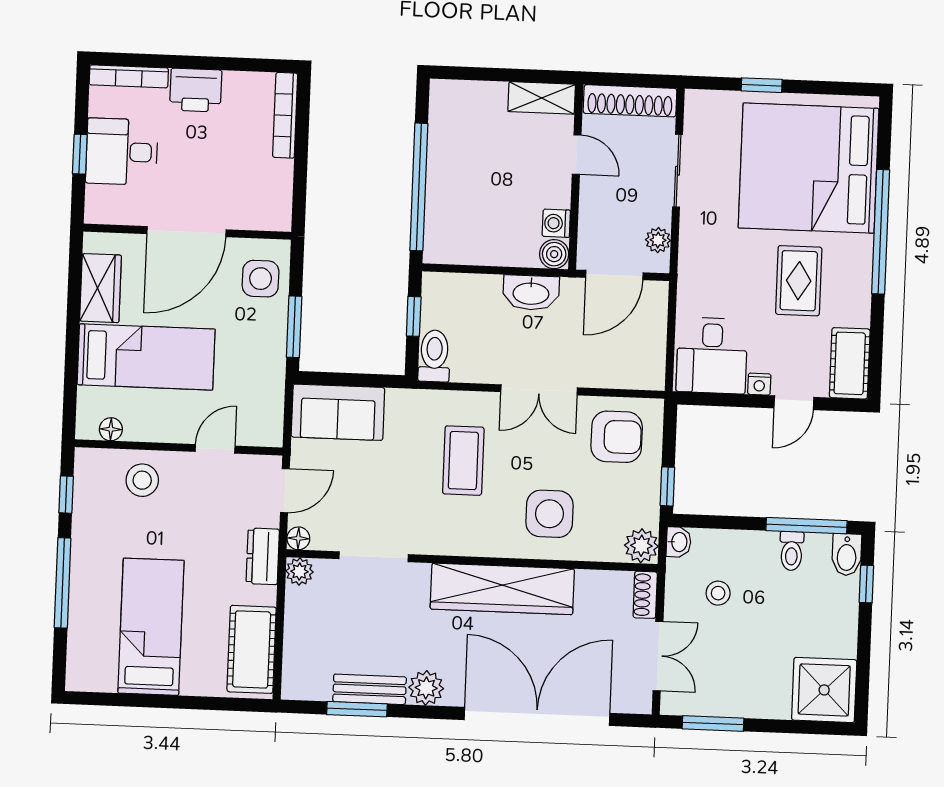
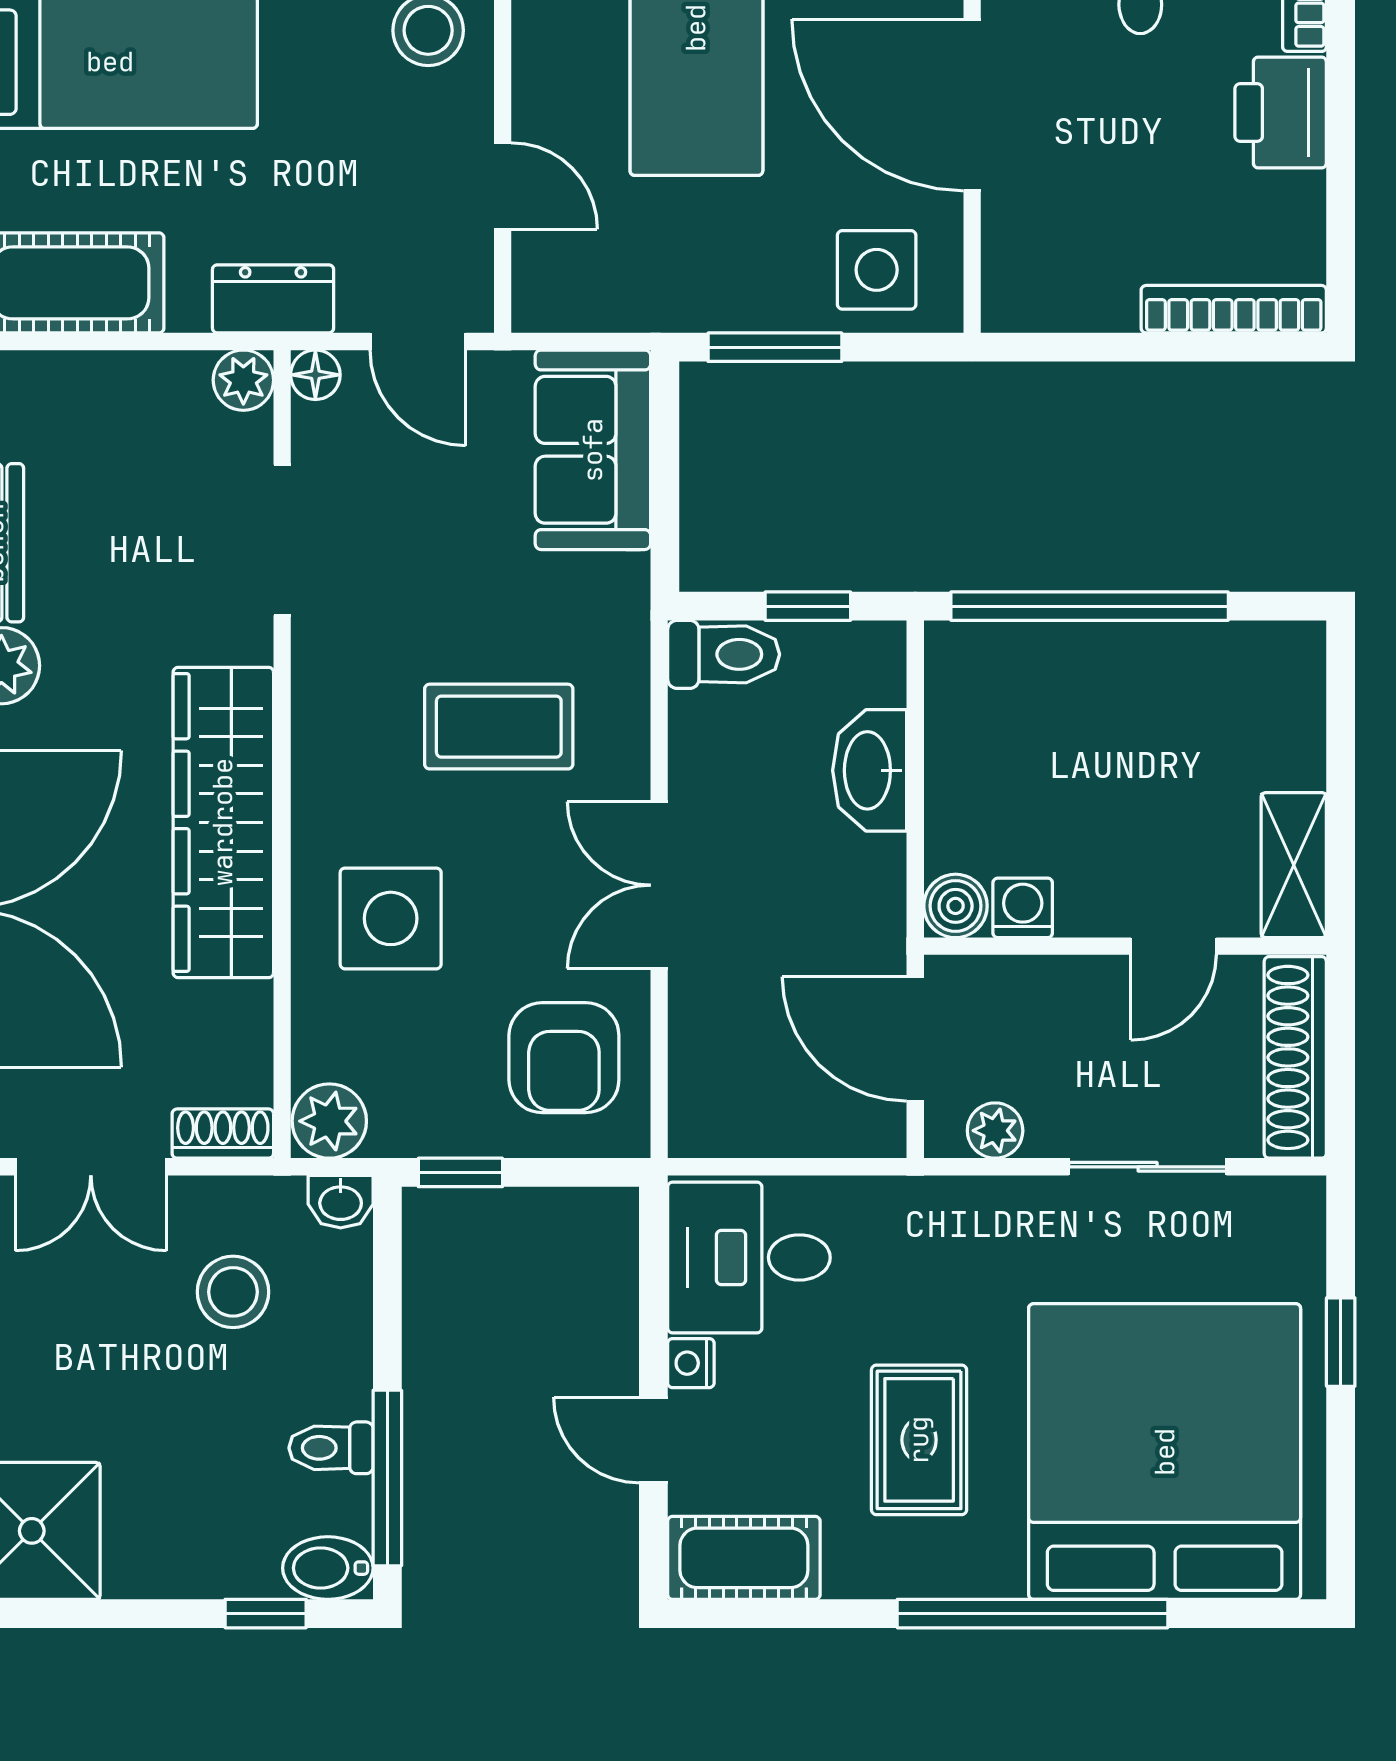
rug: (799, 281) -> (919, 1440), turned 90
washbasin: (531, 293) -> (870, 770), moved
stool: (718, 593) -> (233, 1292), width x1.37, depth x1.37

